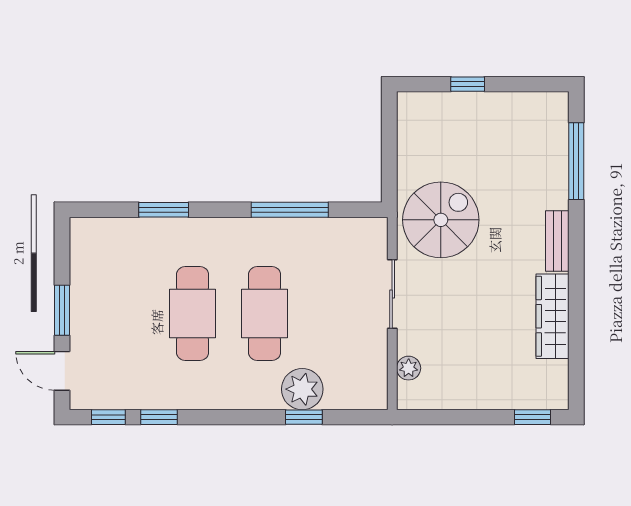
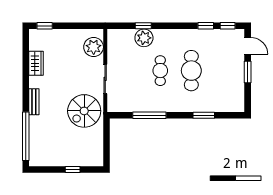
window: (576, 161) -> (26, 136), width x1.46
cafe table: (265, 313) -> (160, 71), width x0.73, depth x0.74
wardrobe: (552, 316) -> (36, 63), width x0.67
plant: (409, 368) -> (94, 47), width x1.88, depth x1.88

